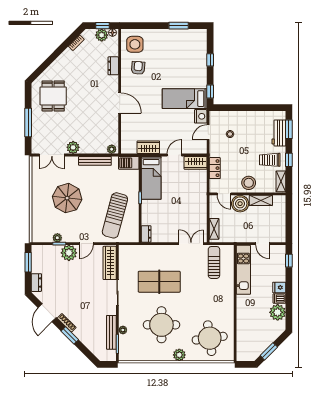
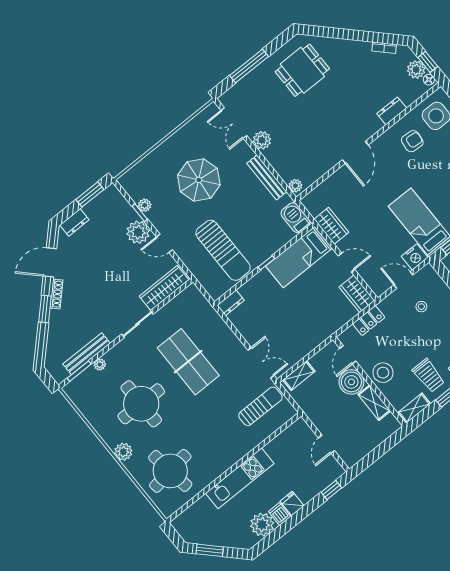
trolley: (270, 160) -> (429, 375), turned 180
sun lounger: (115, 215) -> (223, 250), turned -105
kitchen unit: (243, 270) -> (240, 478), moved

